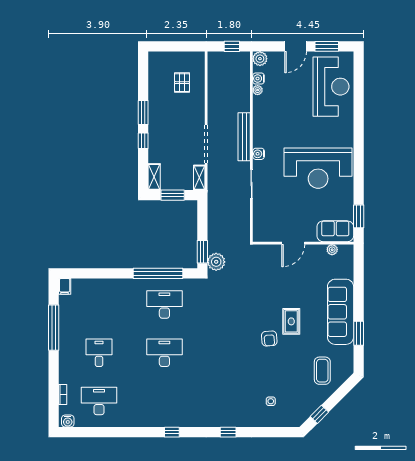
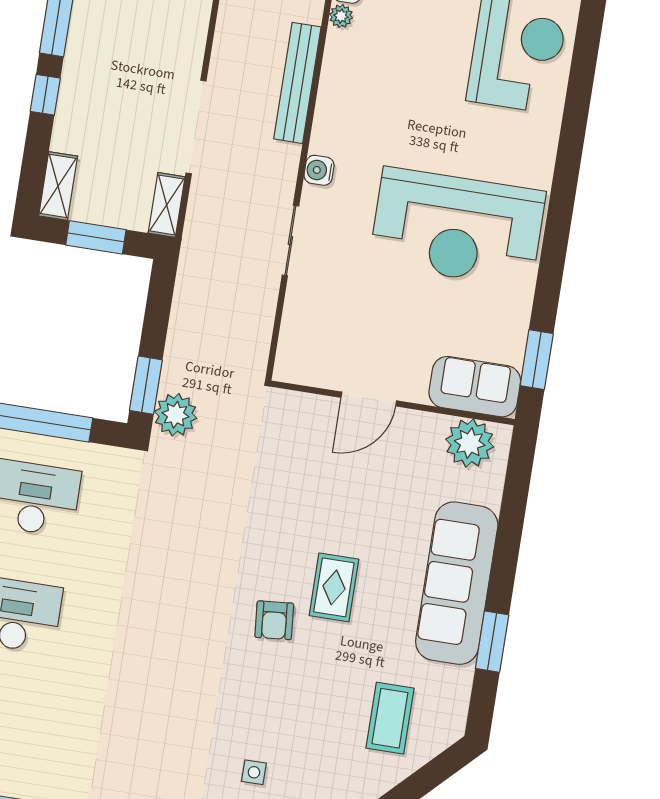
bench: (244, 137) -> (297, 83), moved
plant: (332, 250) -> (470, 443), width x1.87, depth x1.87

